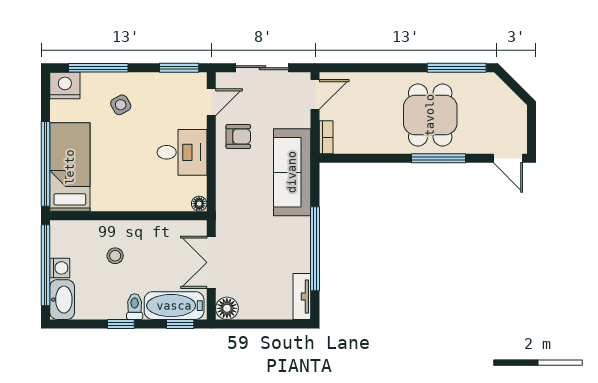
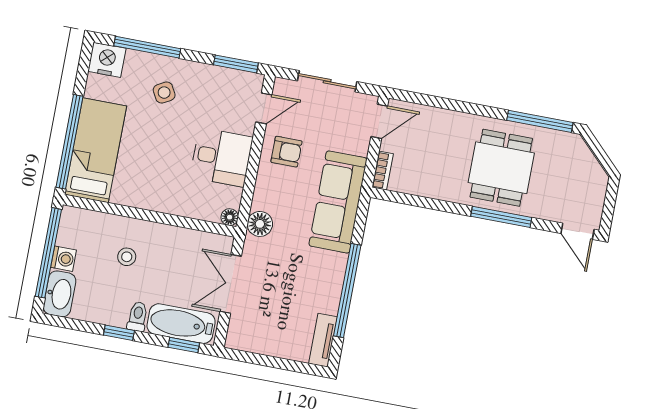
floor lamp: (227, 308) -> (260, 224), moved

